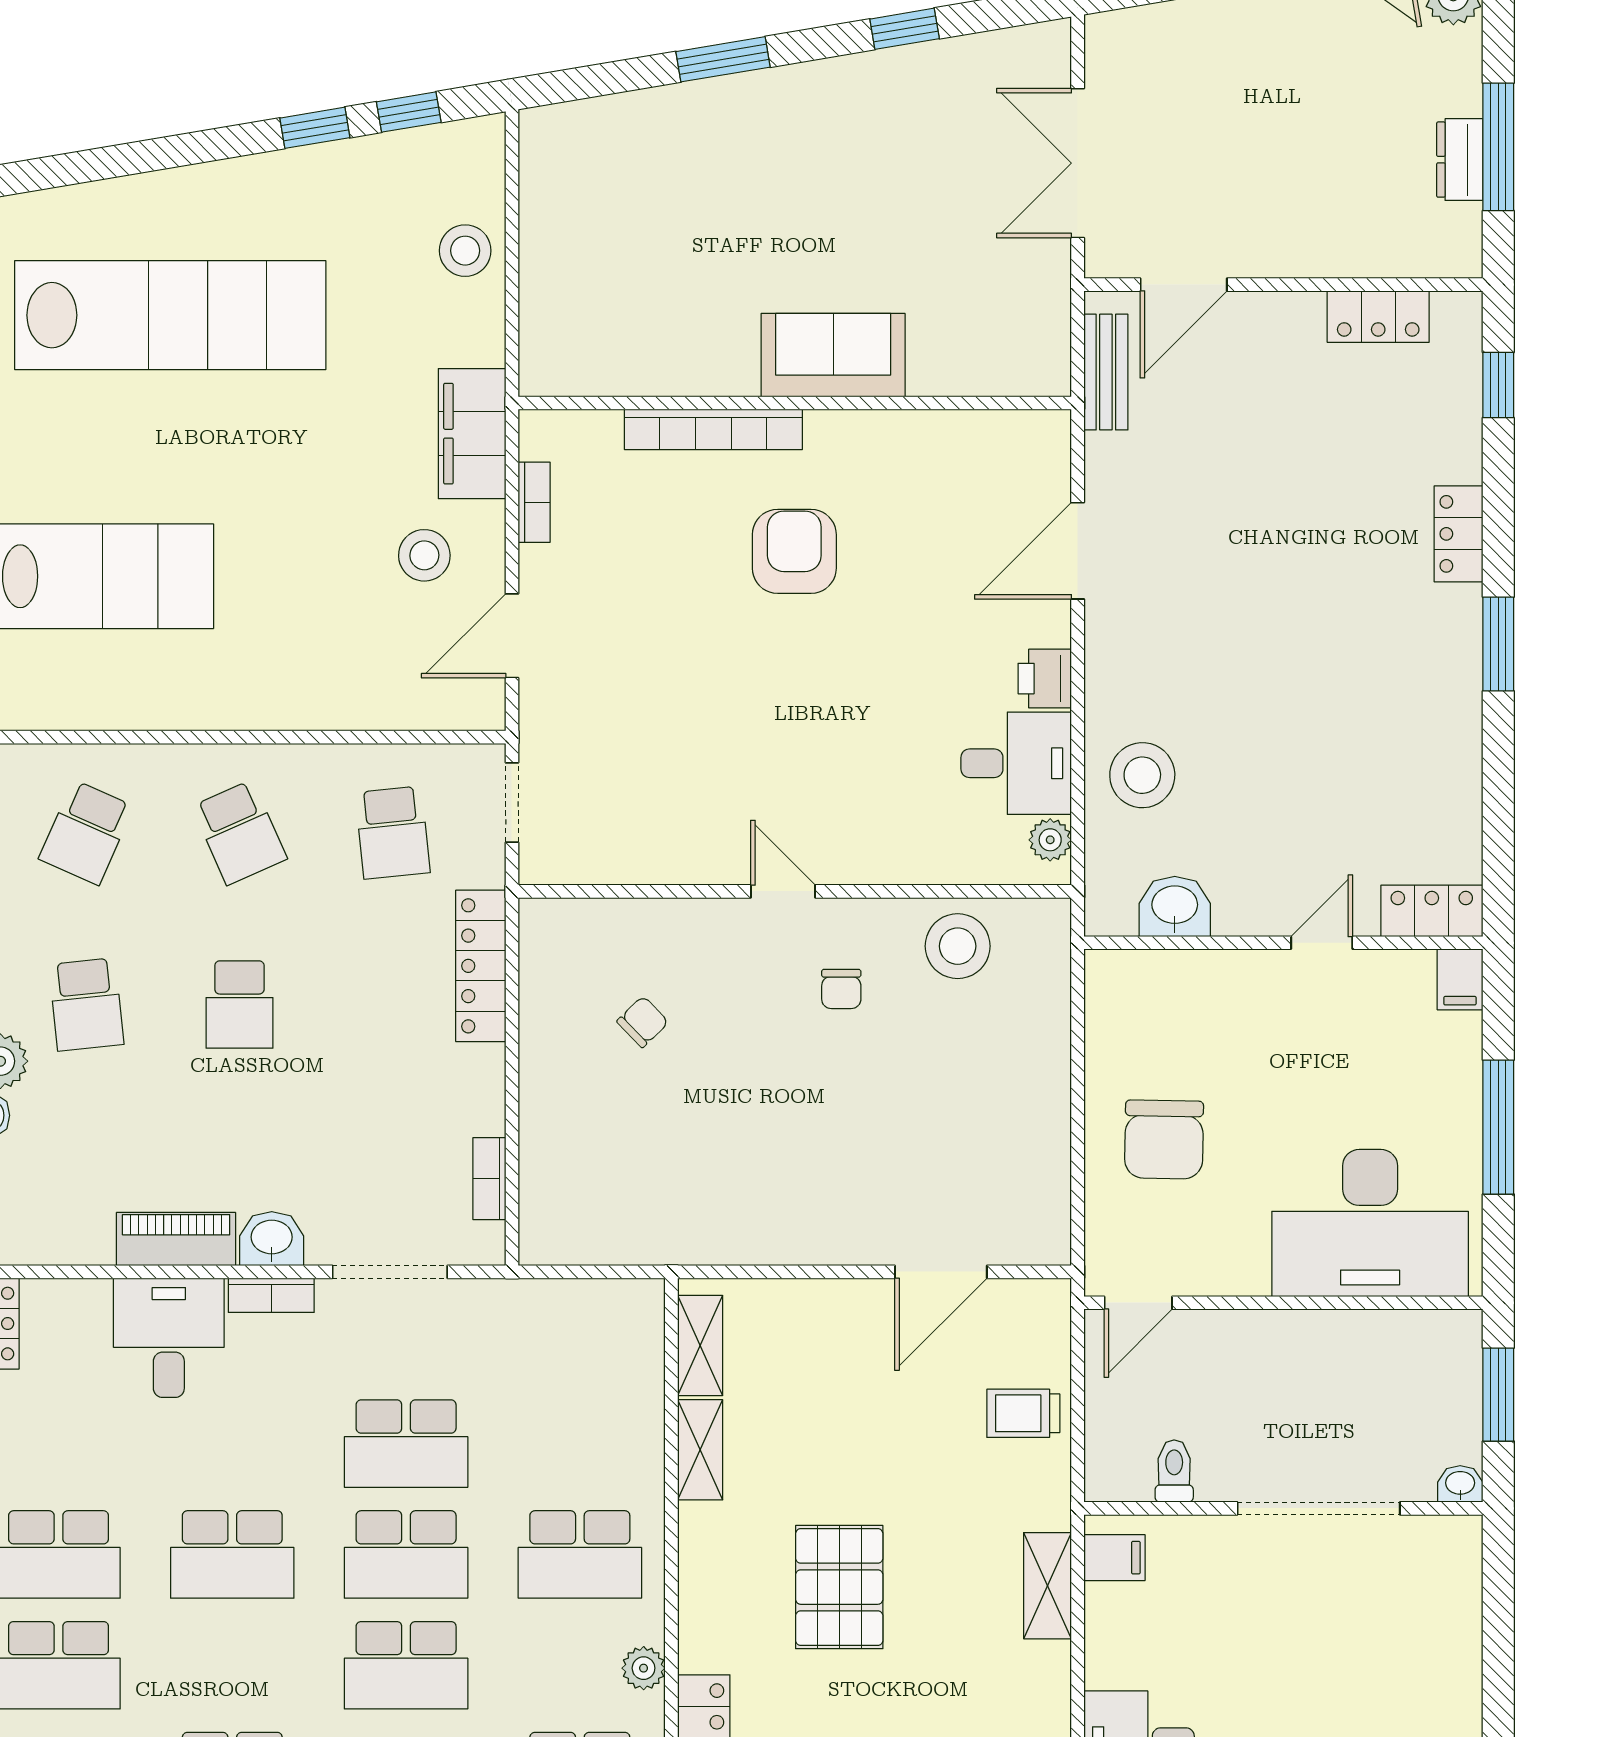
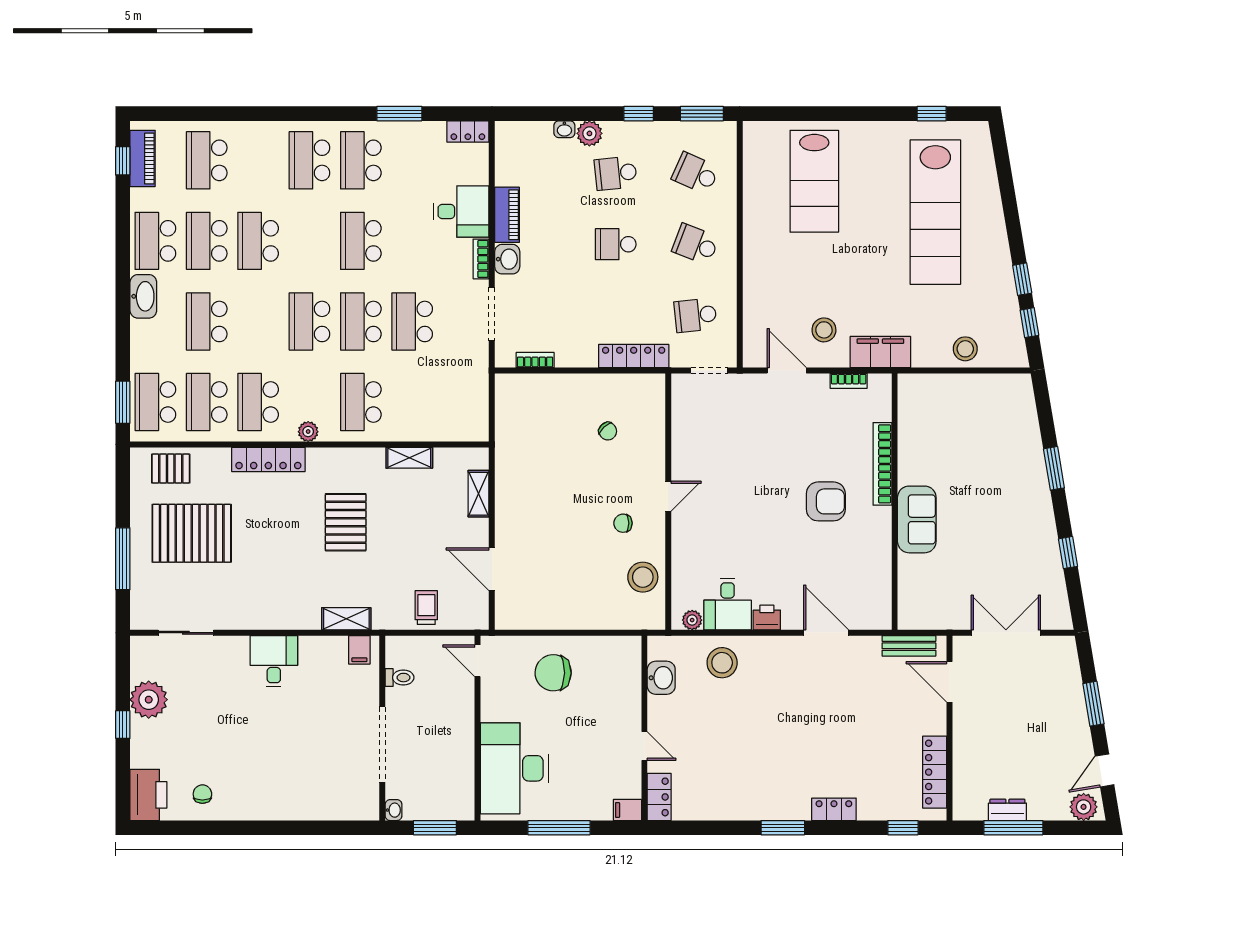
locker: (1378, 317) -> (935, 772), width x1.53
school desk: (239, 833) -> (695, 244), turned 45
shelving: (700, 1345) -> (479, 494), moved, turned 90
pallet: (839, 1587) -> (346, 522), turned 90

